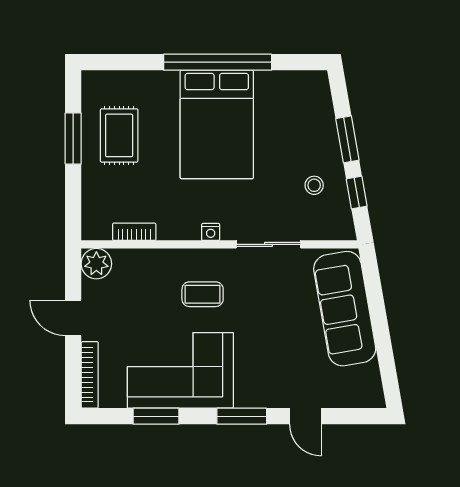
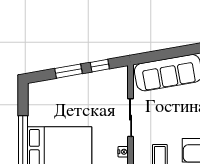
stool: (314, 185) -> (96, 91), removed

